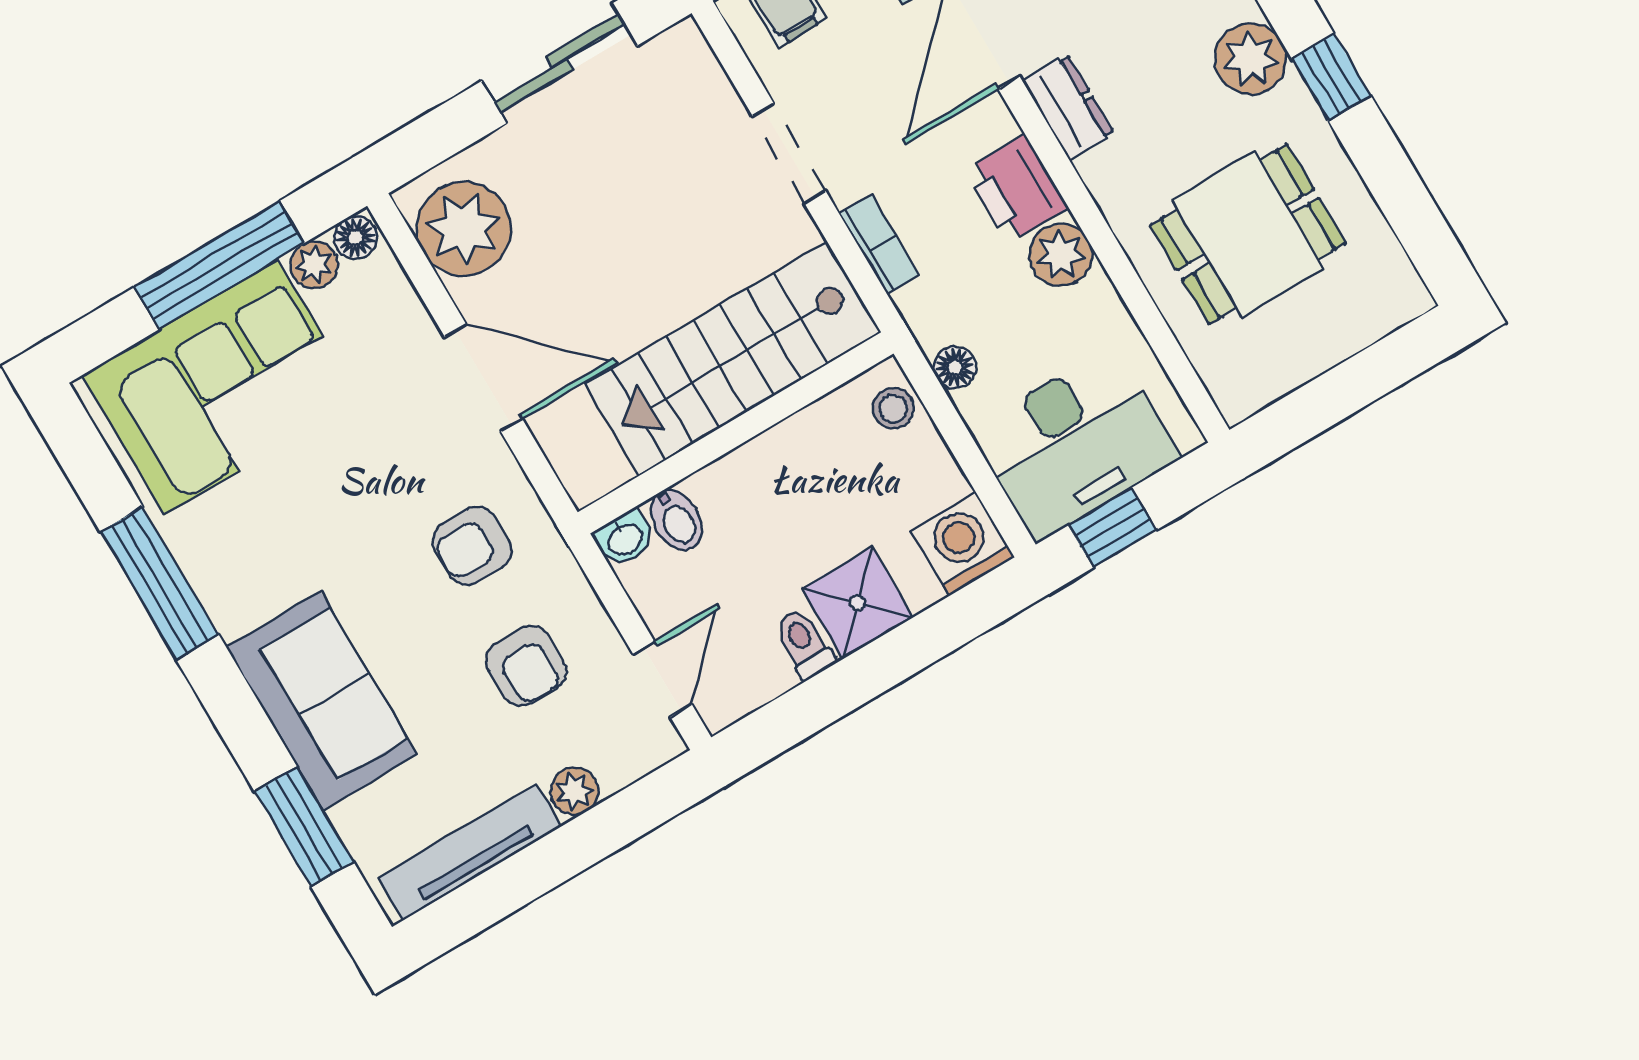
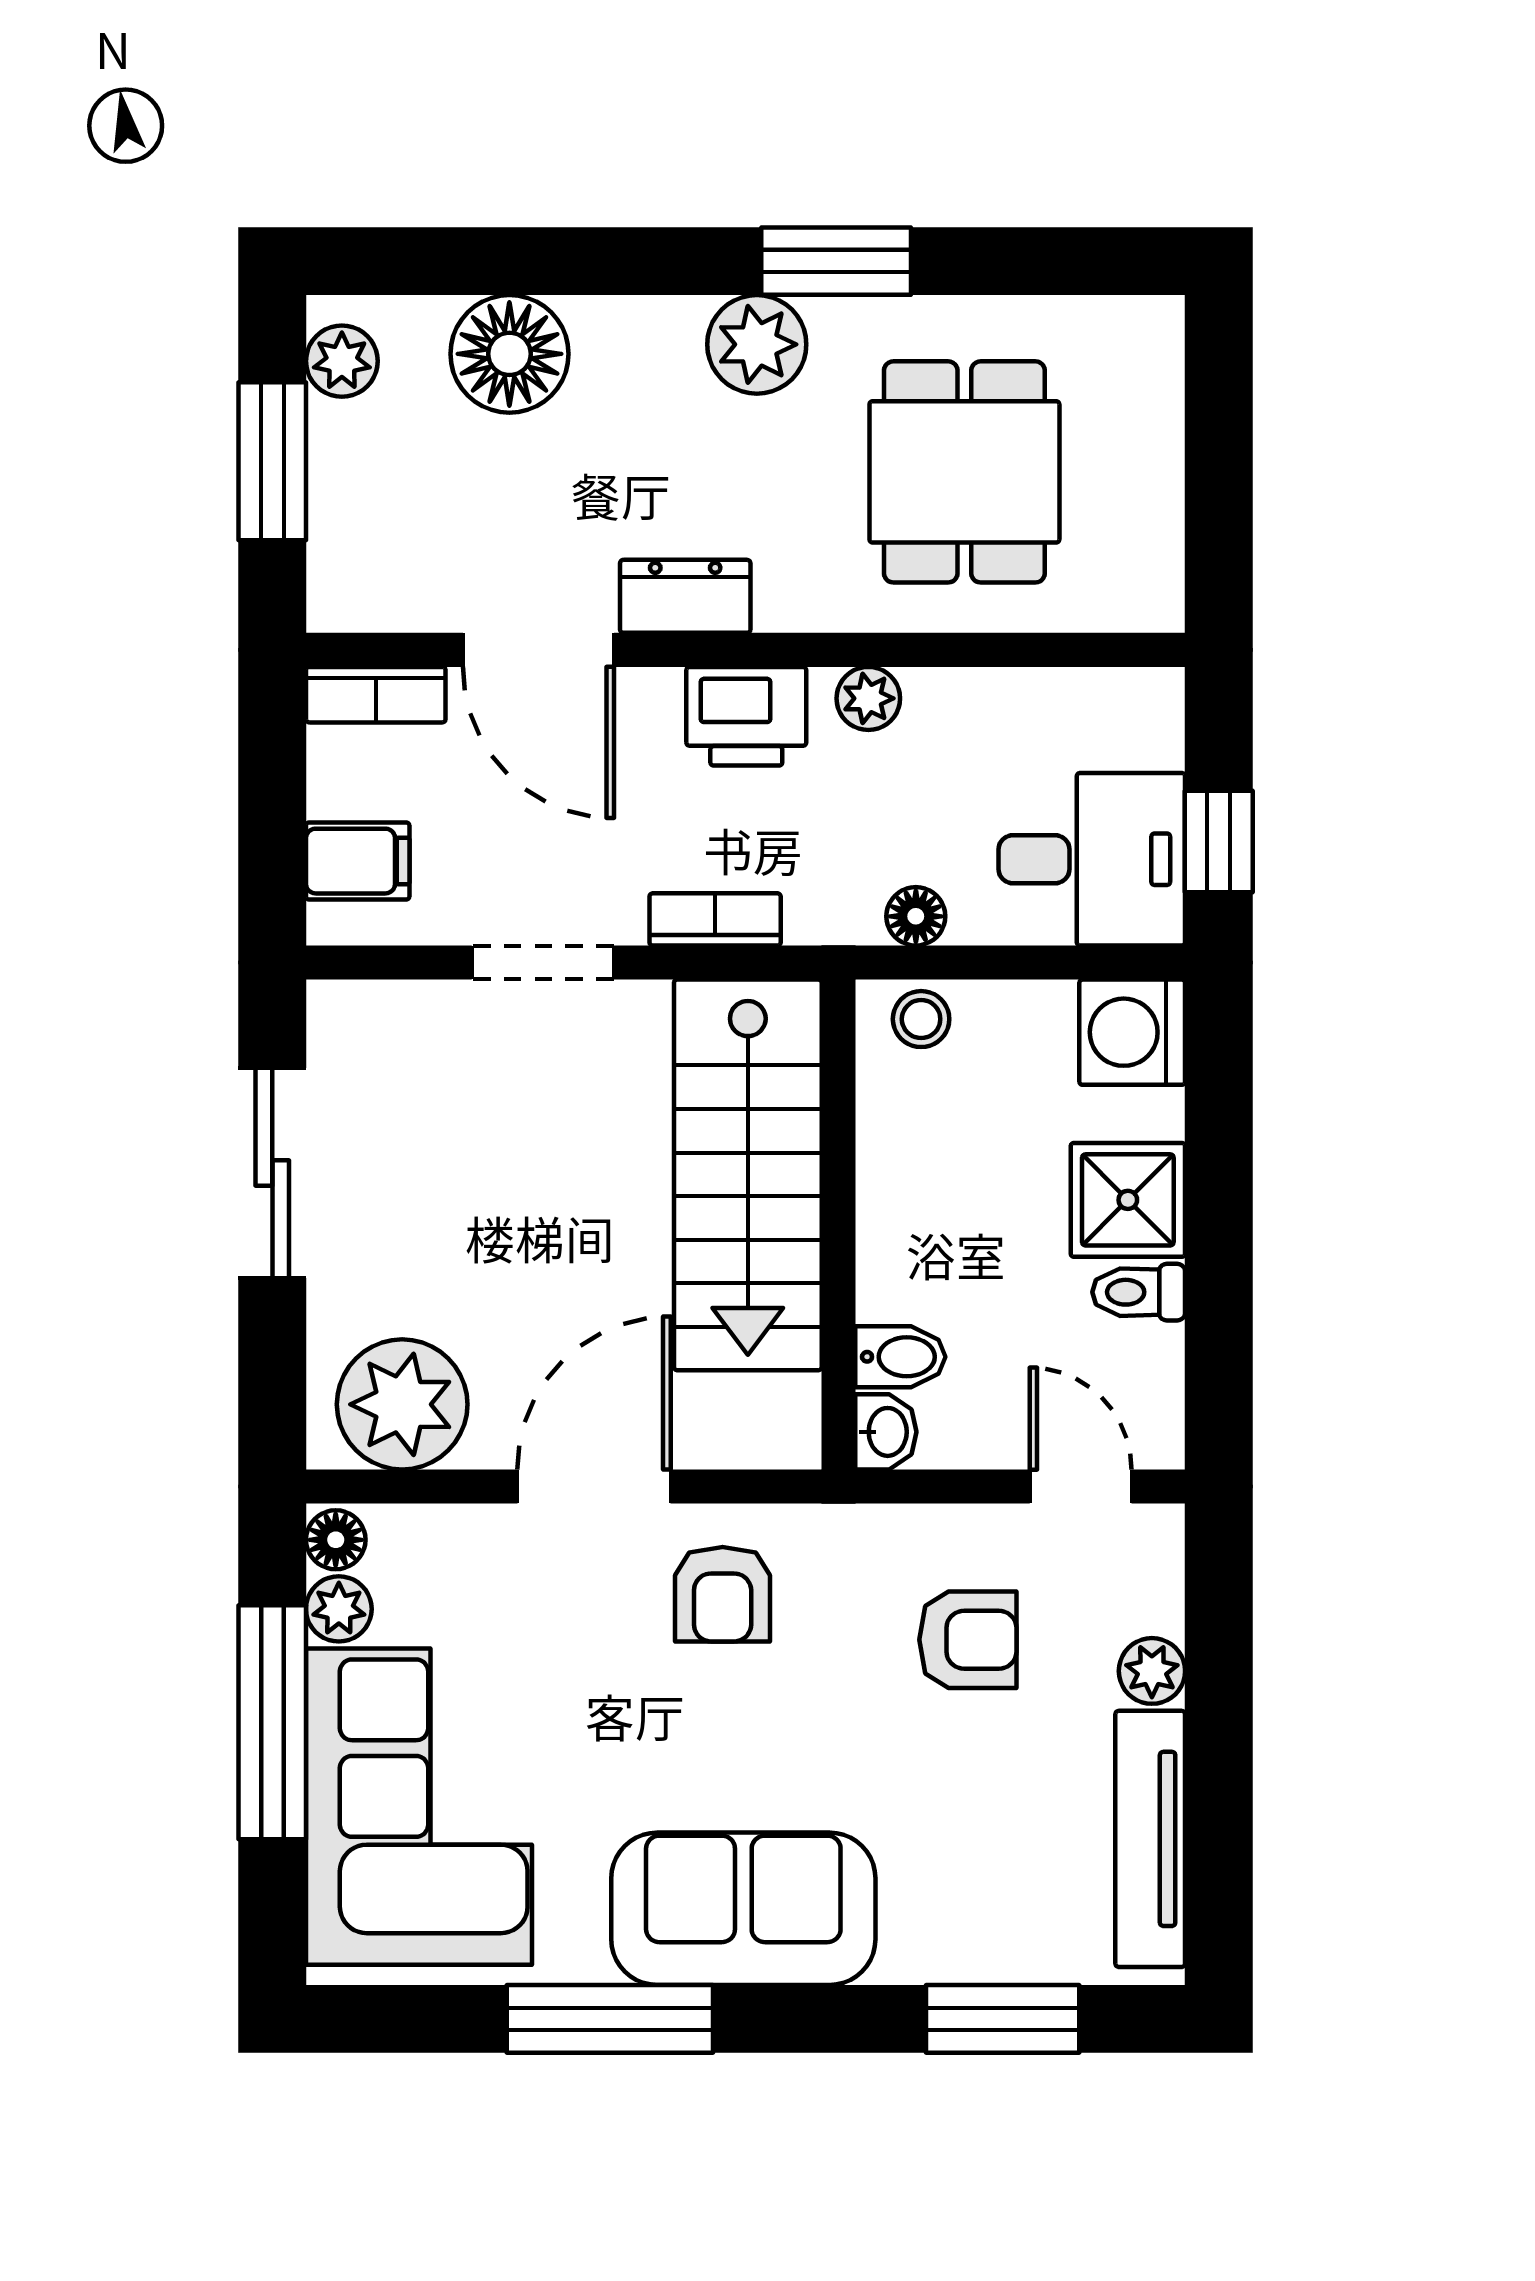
window: (1331, 77) -> (836, 261), width x1.50
plant: (1061, 255) -> (868, 698), width x0.73, depth x0.73
desk: (1075, 444) -> (1092, 859), width x0.73
armchair: (472, 546) -> (723, 1594), moved
sofa: (322, 701) -> (743, 1909), moved

